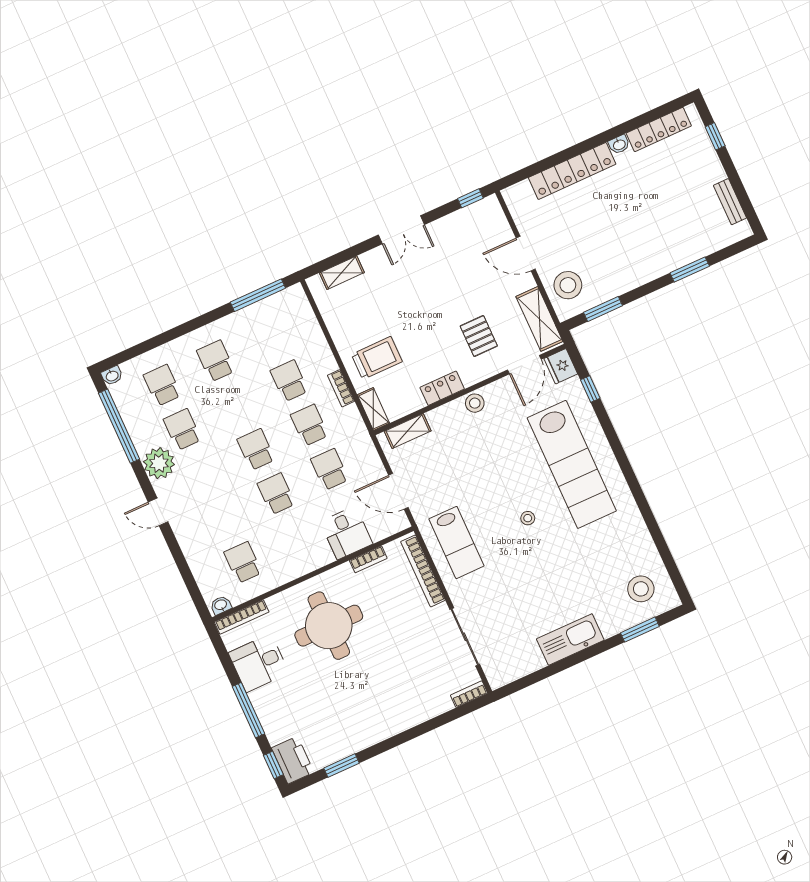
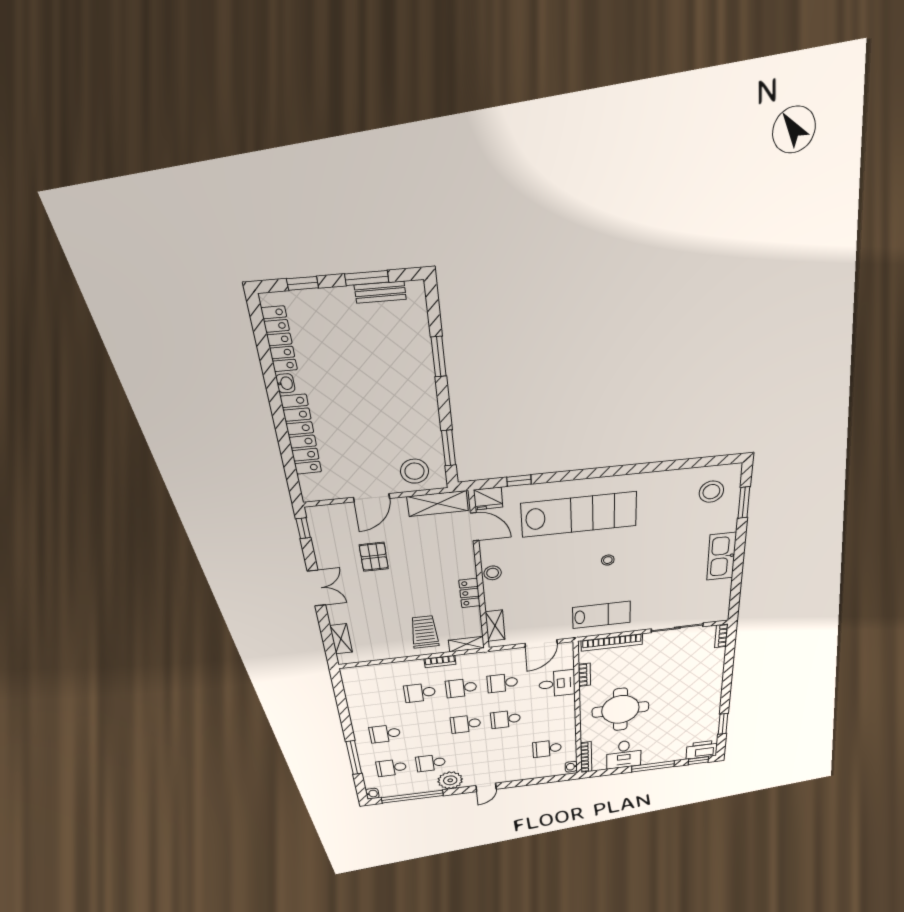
window: (738, 187) -> (367, 278), added
window: (258, 295) -> (354, 758), moved
pallet: (479, 336) -> (374, 557), moved, turned 90

